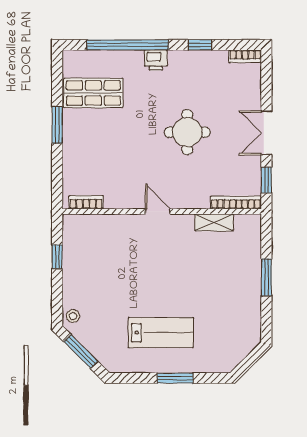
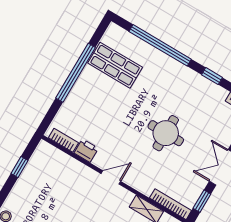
printer: (156, 60) -> (86, 151), moved, turned 180
window: (57, 125) -> (76, 73), width x2.11
door: (158, 211) -> (111, 177), hinge flipped

